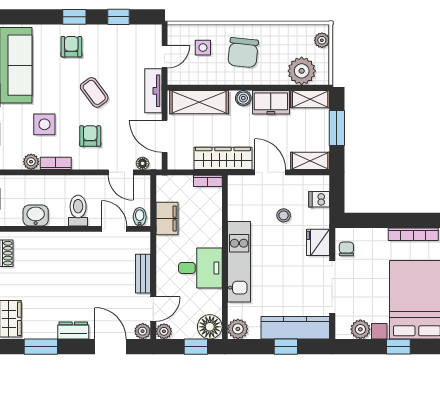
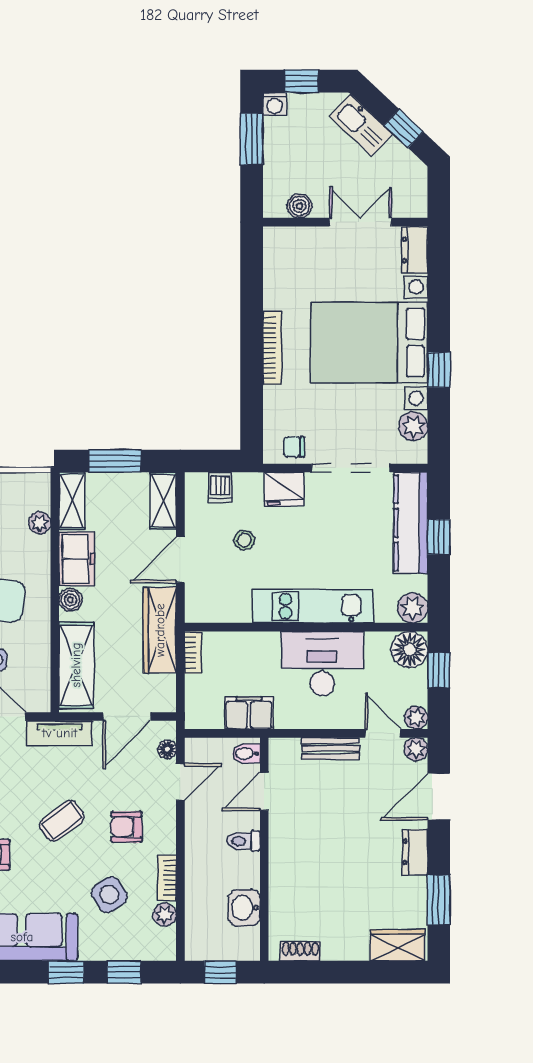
plant: (302, 71) -> (40, 523), width x0.53, depth x0.53
side table: (44, 124) -> (109, 895), turned -33
toilet: (78, 211) -> (243, 841), width x0.73, depth x0.72
desk: (200, 268) -> (322, 664), width x1.37

